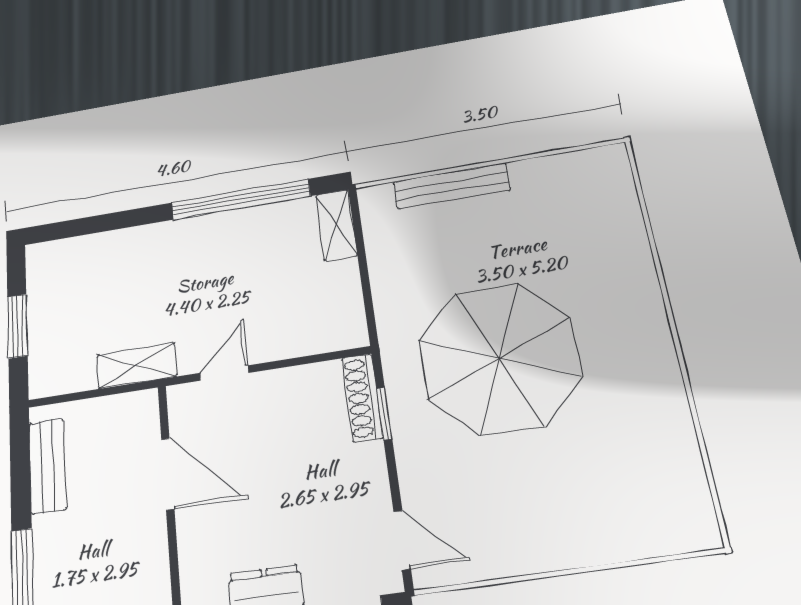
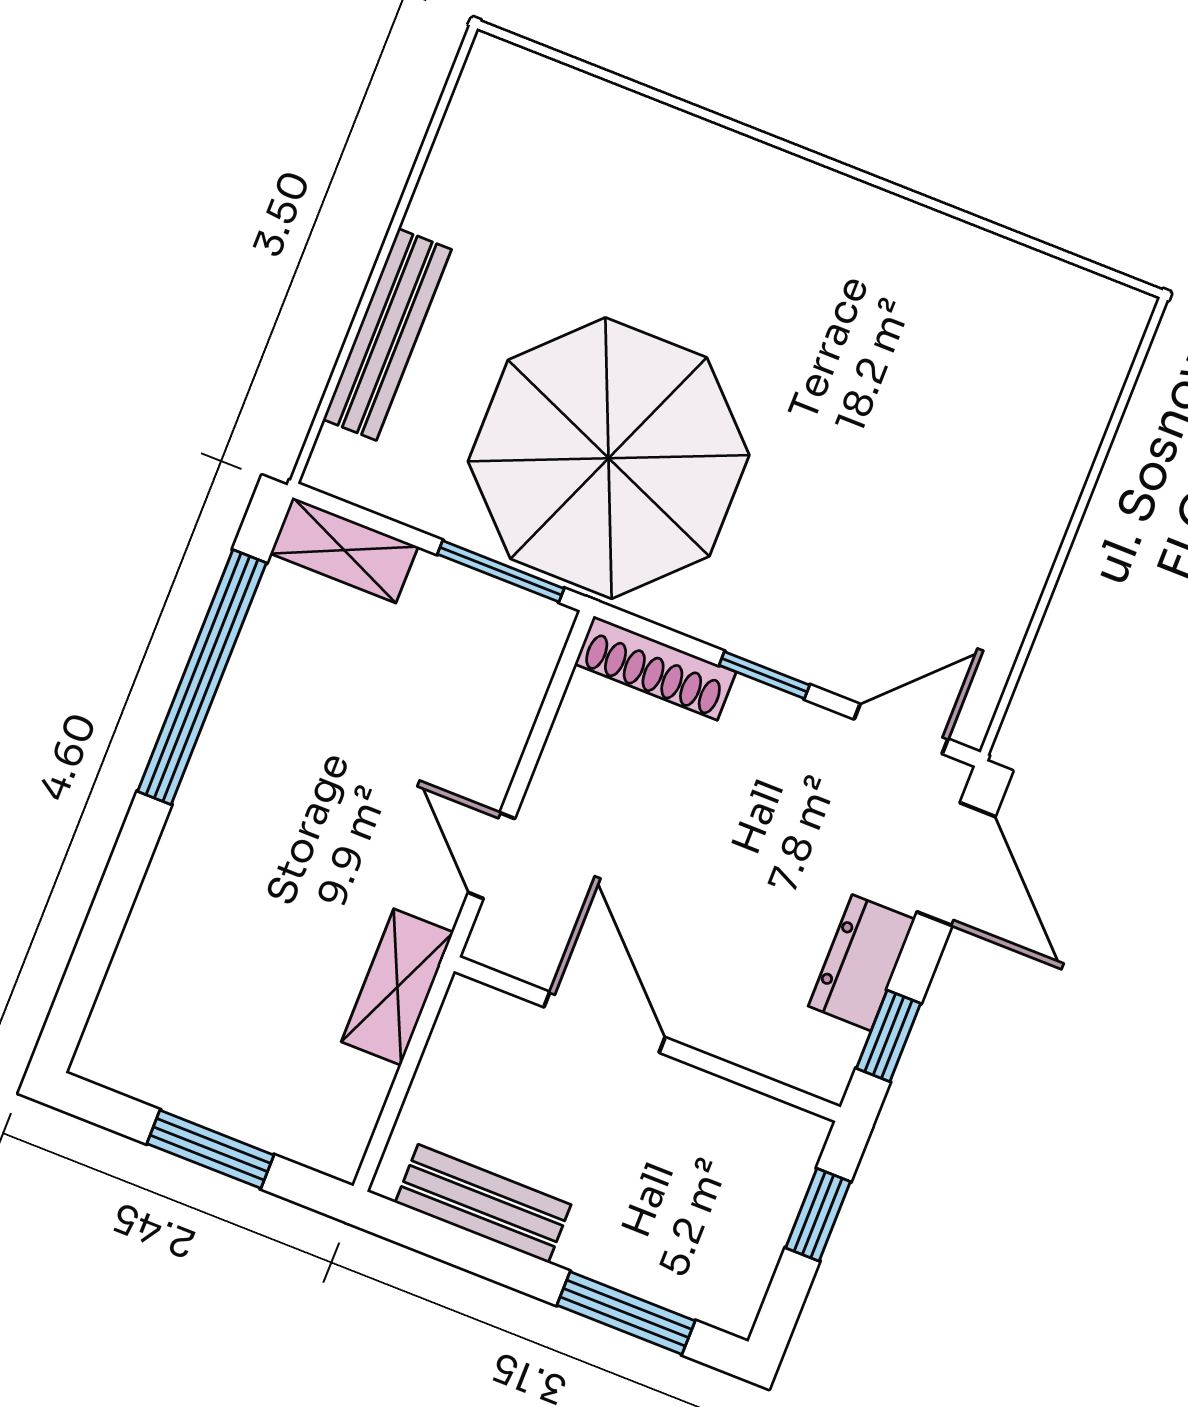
window: (368, 299) -> (501, 571), added
parasol: (499, 358) -> (609, 458), moved
window: (384, 414) -> (764, 675), moved
door: (168, 474) -> (604, 1022), hinge flipped

